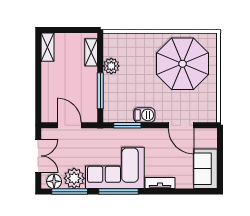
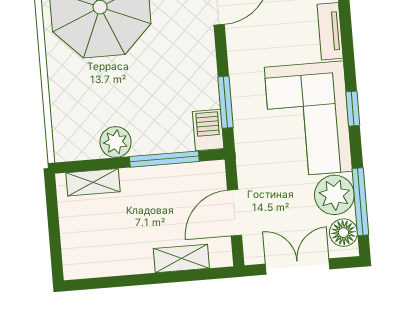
shelving: (48, 47) -> (181, 258), moved
barbecue: (144, 115) -> (208, 130), moved
window: (119, 192) -> (353, 109), width x0.46

